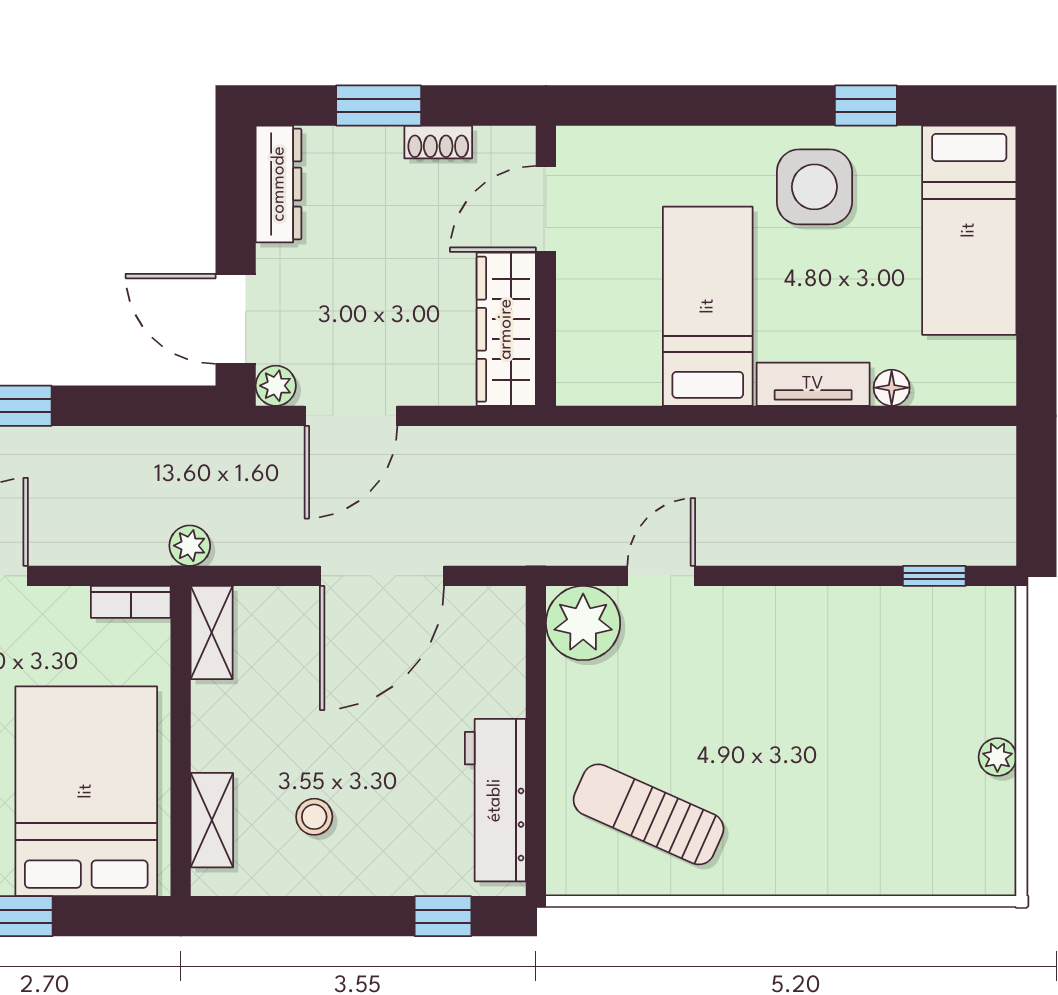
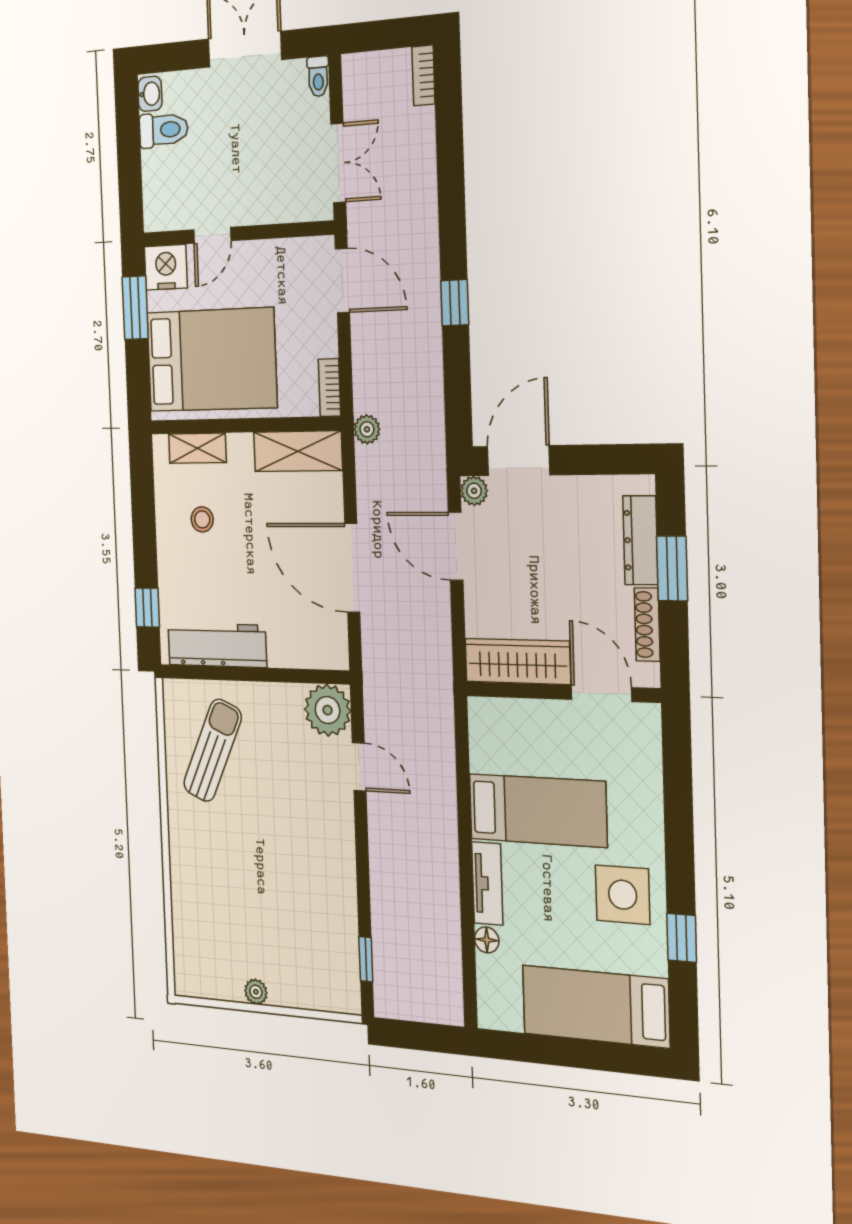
shoe rack: (438, 142) -> (647, 625), width x1.43
dresser: (279, 184) -> (640, 540), moved, turned 90
shelving: (212, 633) -> (298, 451), width x1.50, depth x1.33

